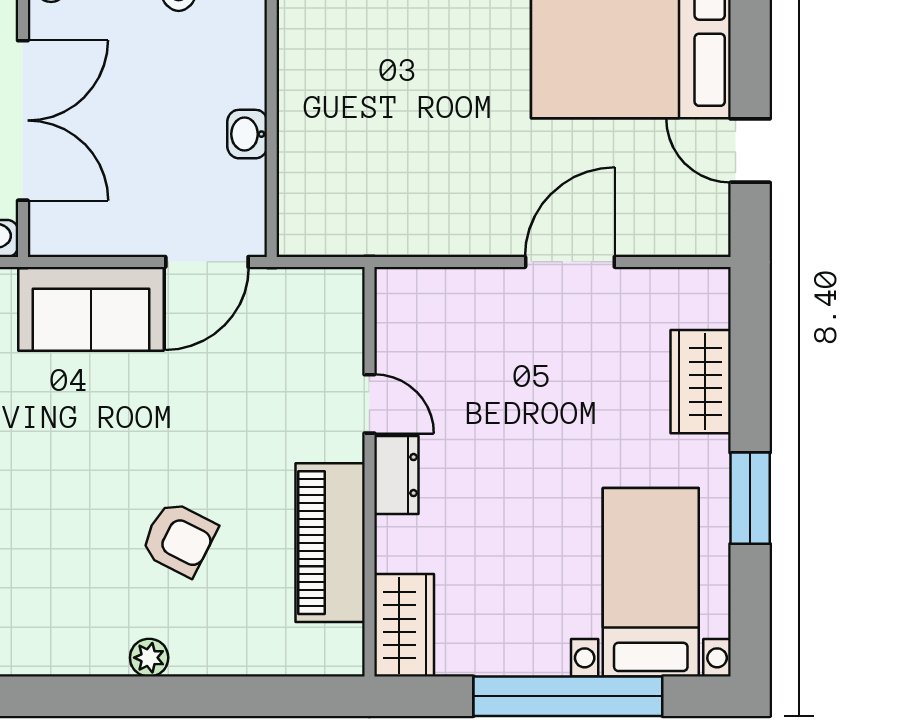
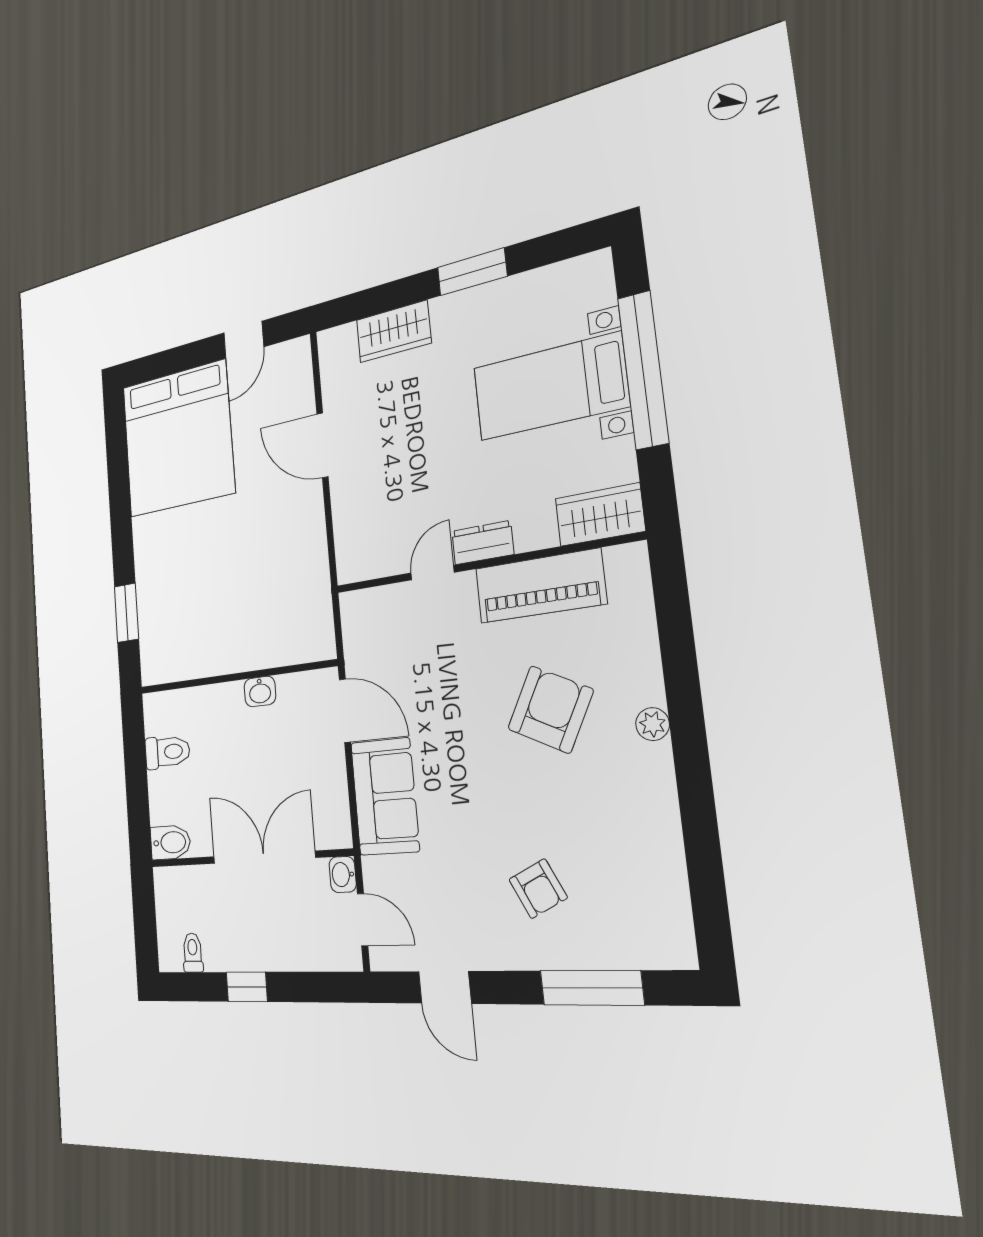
armchair: (179, 539) -> (550, 709), width x1.38, depth x1.38
bed with nightstands: (651, 582) -> (550, 387), moved

